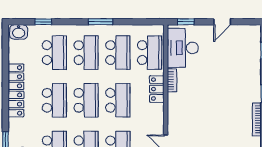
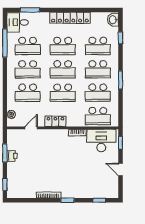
locker: (157, 89) -> (55, 121), moved

